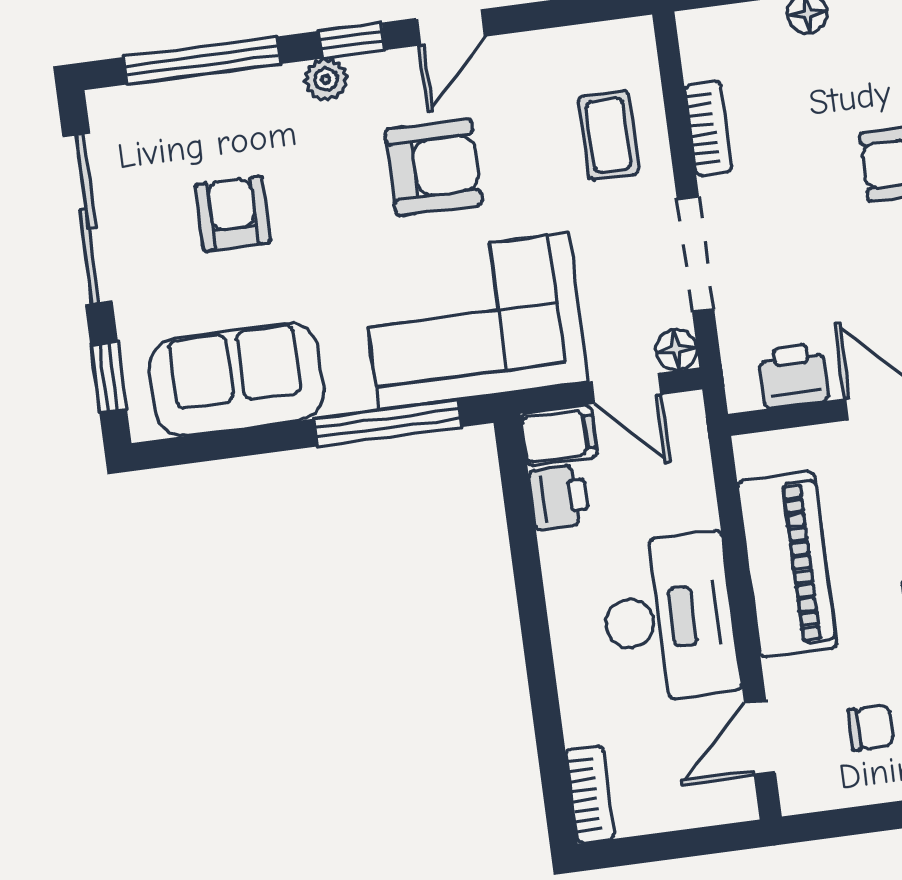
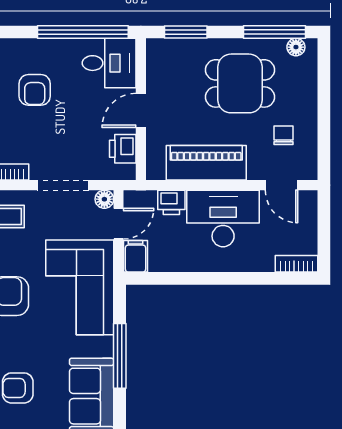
window: (388, 423) -> (120, 356), moved
printer: (559, 497) -> (171, 202), moved, turned 180

